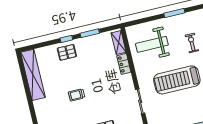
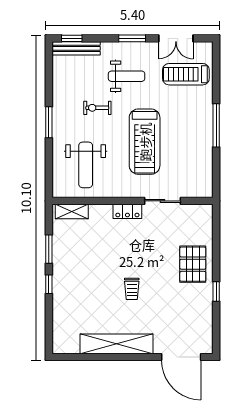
pallet: (67, 52) -> (68, 288), removed
locker: (124, 64) -> (127, 211), moved
shelving: (33, 75) -> (117, 344), moved

